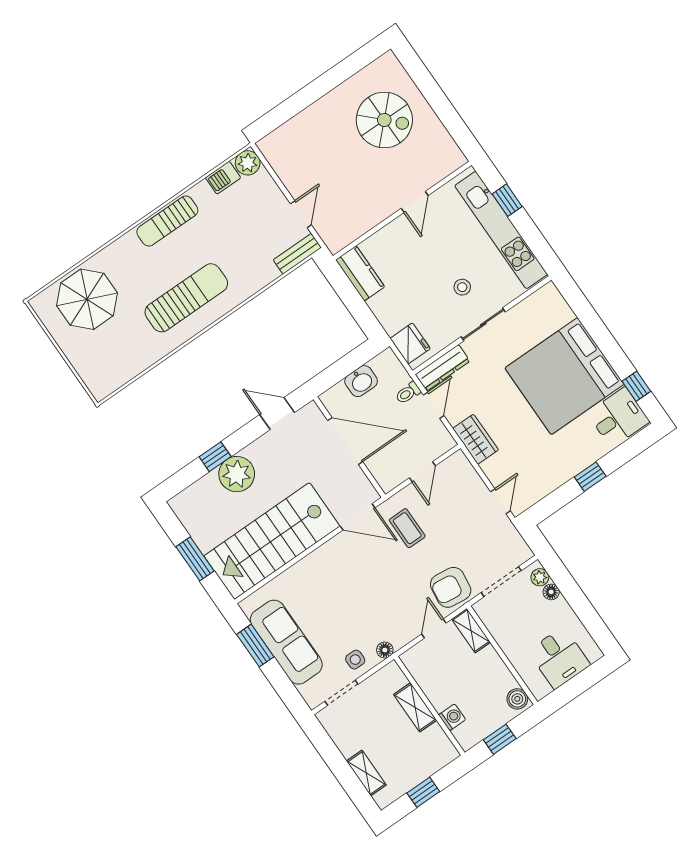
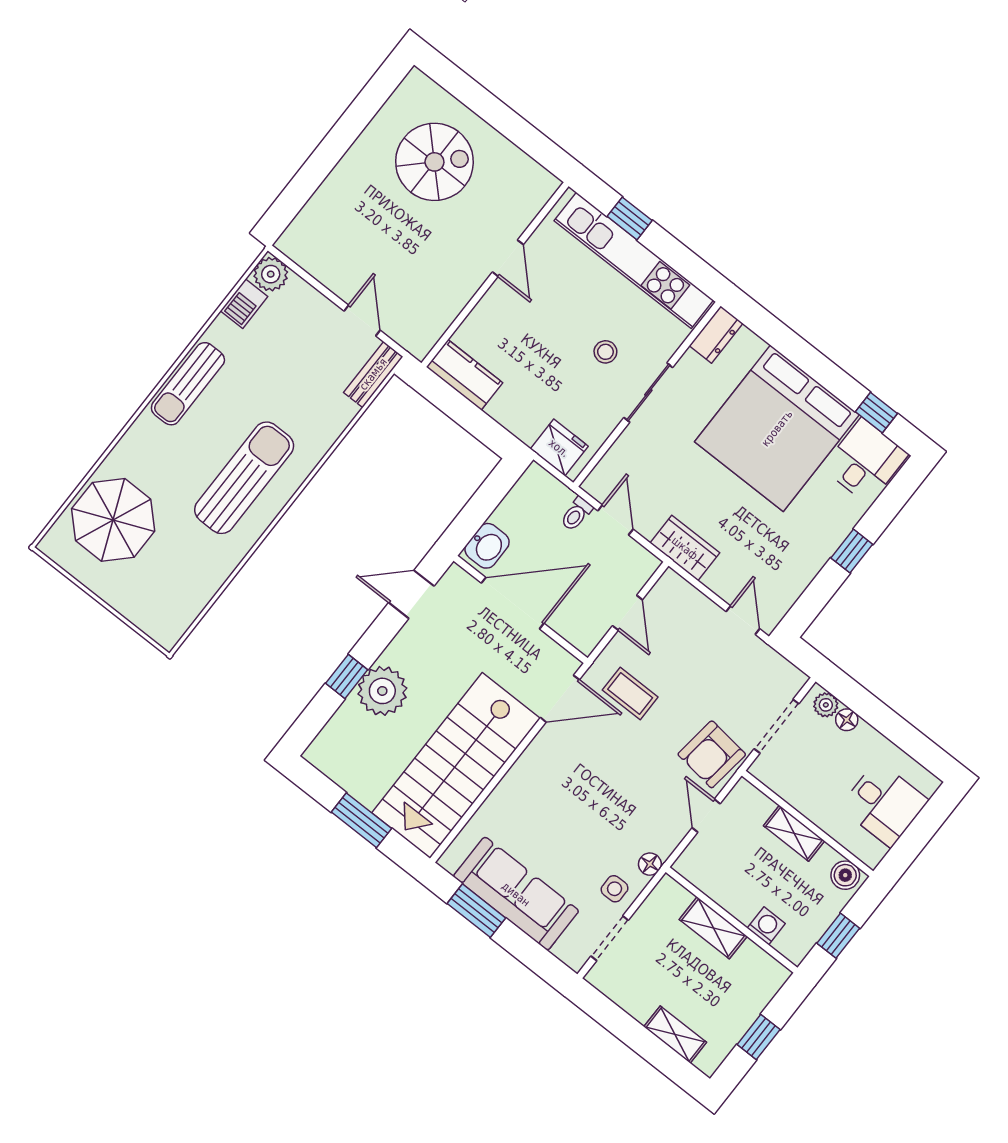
dresser: (443, 368) -> (716, 335), moved, width x0.70
washbasin: (361, 381) -> (487, 546), moved
shelving: (471, 631) -> (794, 833), moved

